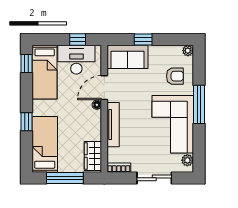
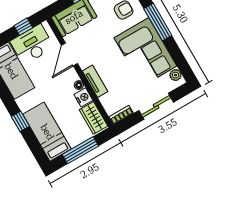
floor lamp: (97, 105) -> (79, 85), moved
tv unit: (113, 125) -> (95, 81), width x0.71
nightstand: (95, 133) -> (83, 97), added

